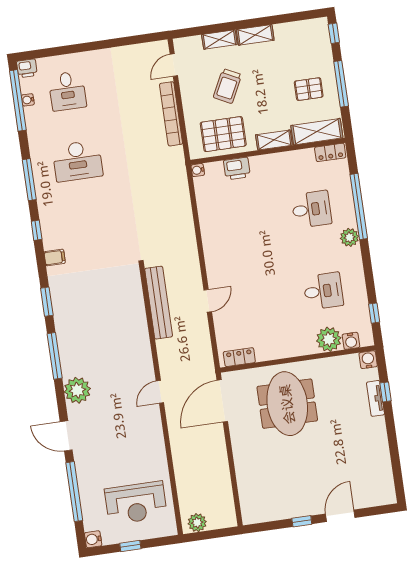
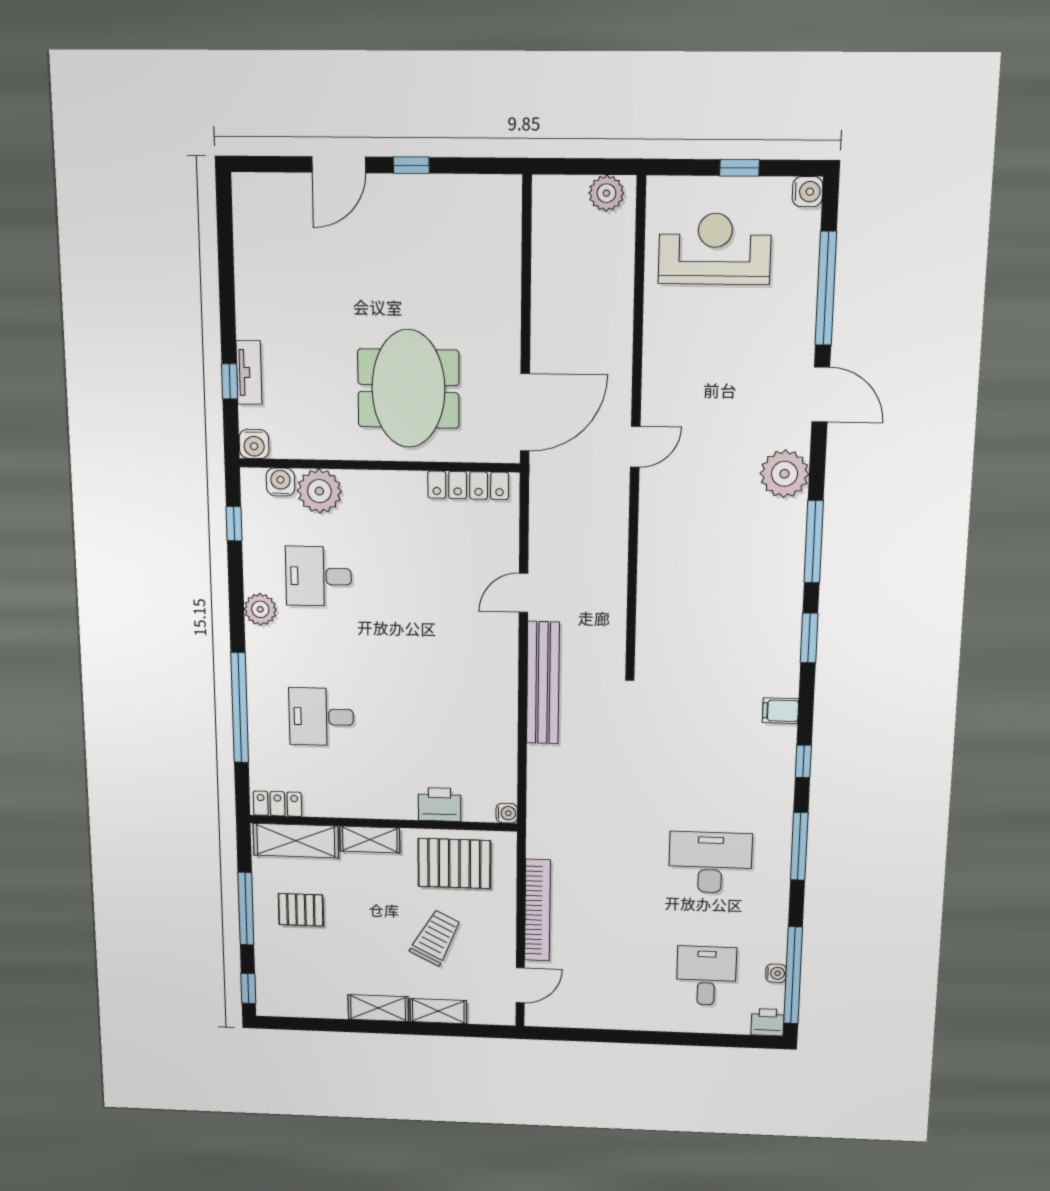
plant: (349, 237) -> (260, 609), moved
bench: (159, 303) -> (543, 683), moved
locker: (239, 357) -> (468, 485), width x1.53

